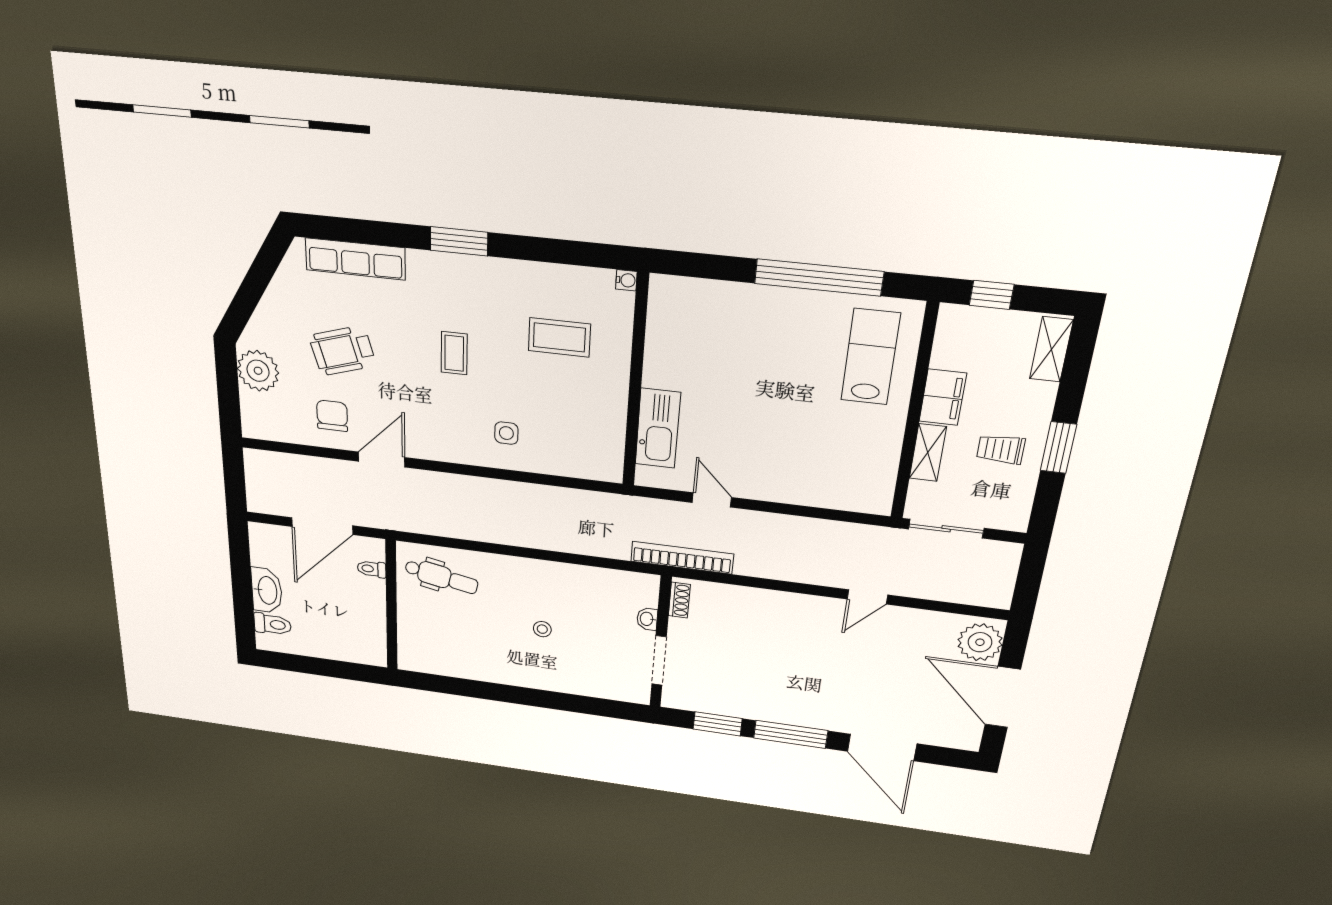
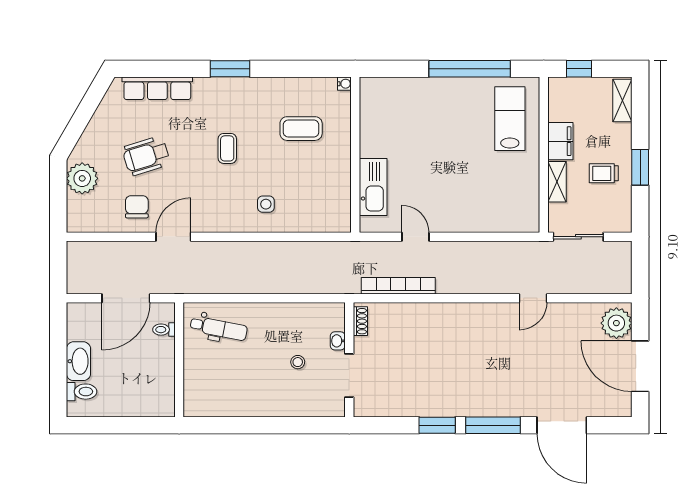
shoe rack: (679, 600) -> (360, 321), moved
washbasin: (647, 619) -> (338, 341), moved
wall: (661, 642) -> (349, 360), moved
doorway: (659, 660) -> (349, 376), moved

